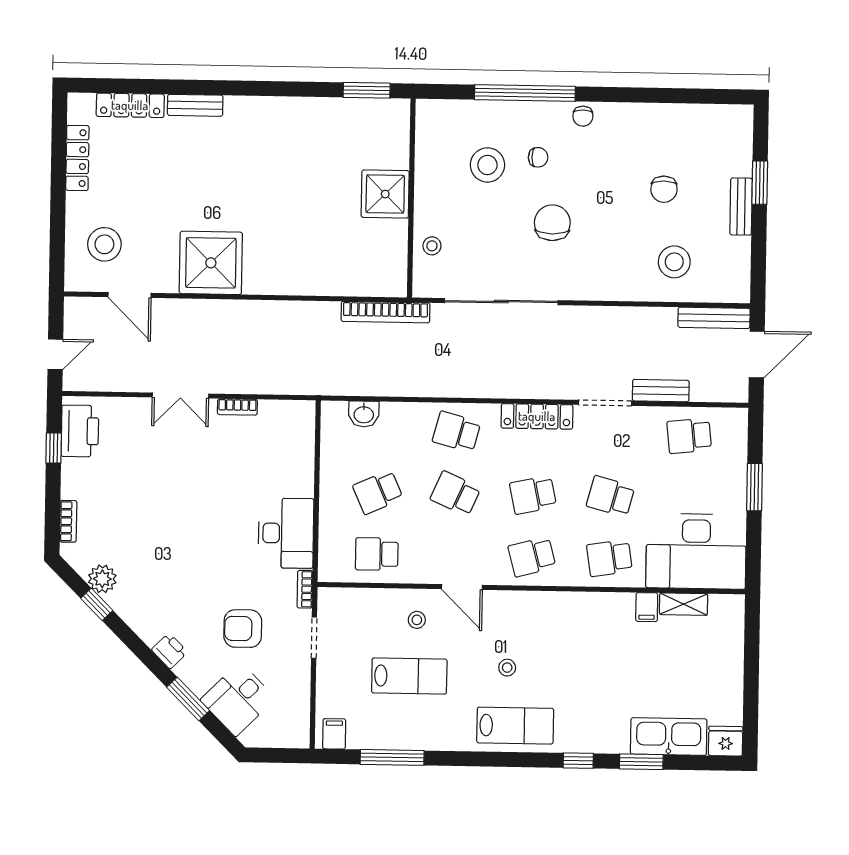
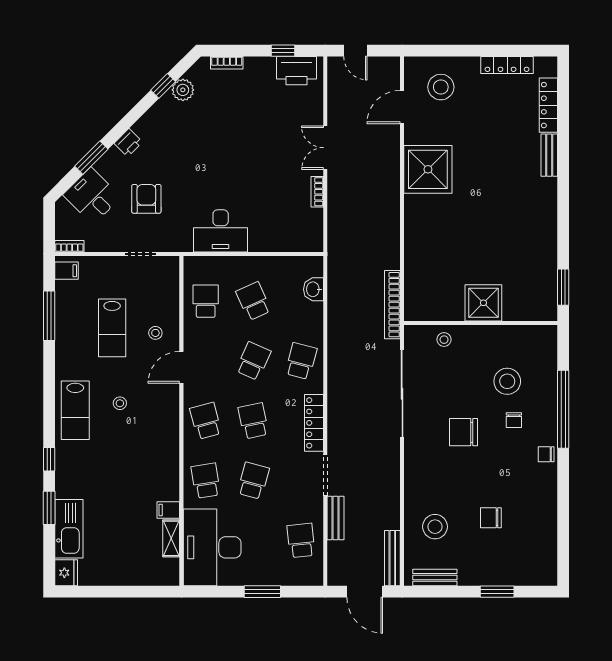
bench: (741, 206) -> (435, 577), moved
chair: (552, 223) -> (464, 432), turned 180
bookcase: (305, 589) -> (69, 246), moved

